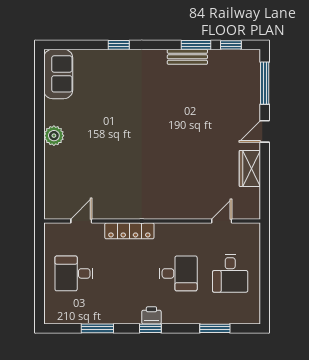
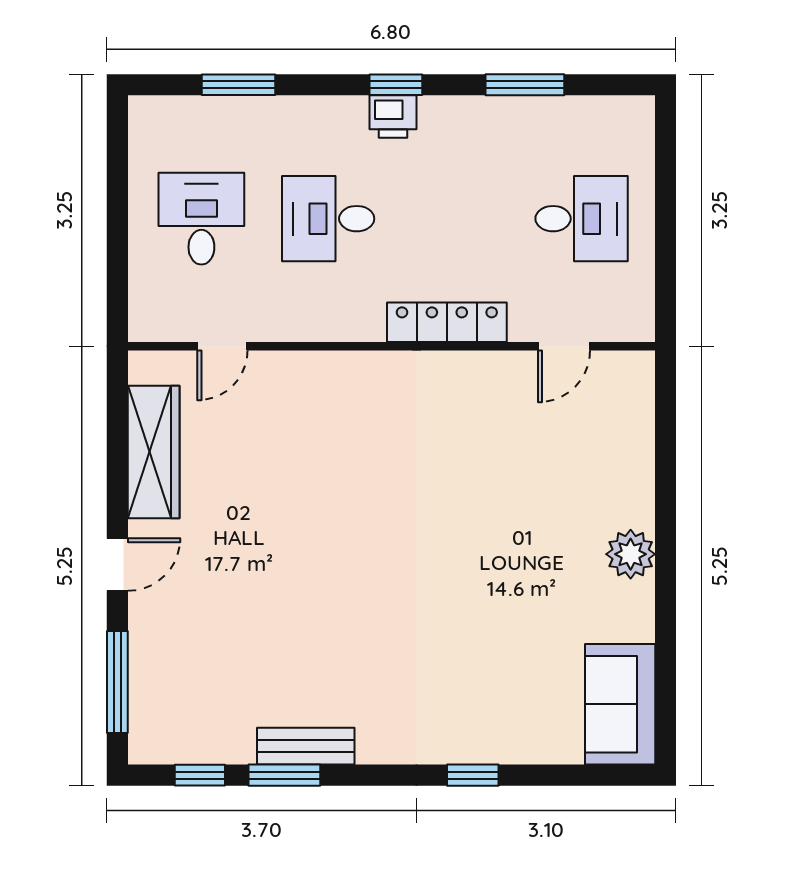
wardrobe: (250, 168) -> (154, 452), width x1.50

